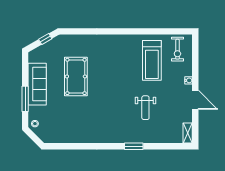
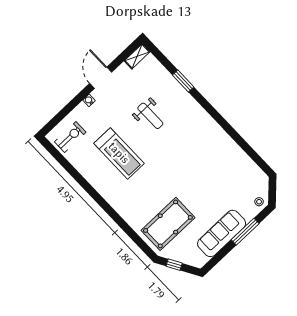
treadmill: (152, 60) -> (119, 153), moved, turned 90
pool table: (76, 76) -> (168, 224), moved
weight bench: (145, 108) -> (150, 116), turned 90
window: (134, 146) -> (183, 81), moved

